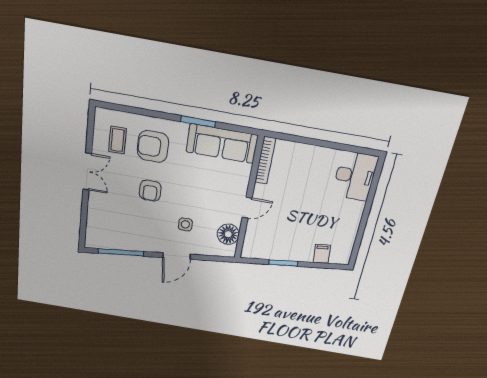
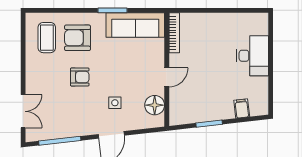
coffee table: (117, 140) -> (47, 38), width x1.36, depth x1.30
double door: (87, 172) -> (23, 111), moved
desk: (355, 176) -> (253, 56), moved
armchair: (150, 191) -> (80, 77), turned -90

